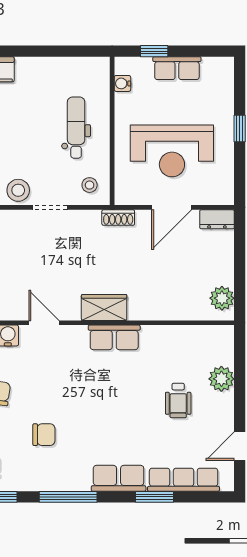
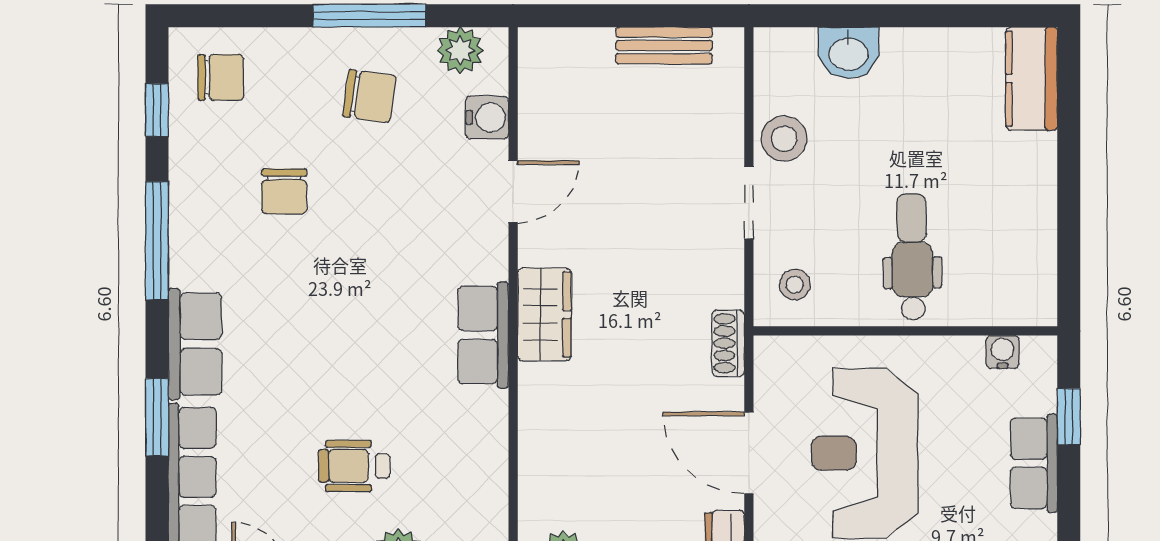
dental chair: (76, 128) -> (912, 257), turned -91

